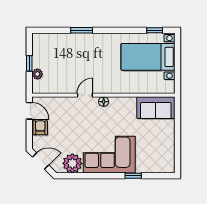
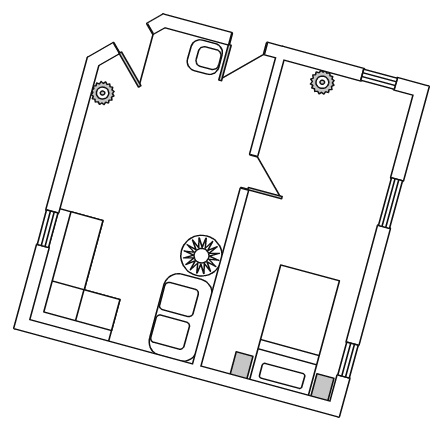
window: (29, 63) -> (379, 79), moved
floor lamp: (104, 102) -> (201, 256), moved, width x1.89, depth x1.89
corner sofa: (109, 155) -> (84, 275), moved
plant: (72, 163) -> (103, 93), width x0.53, depth x0.53

